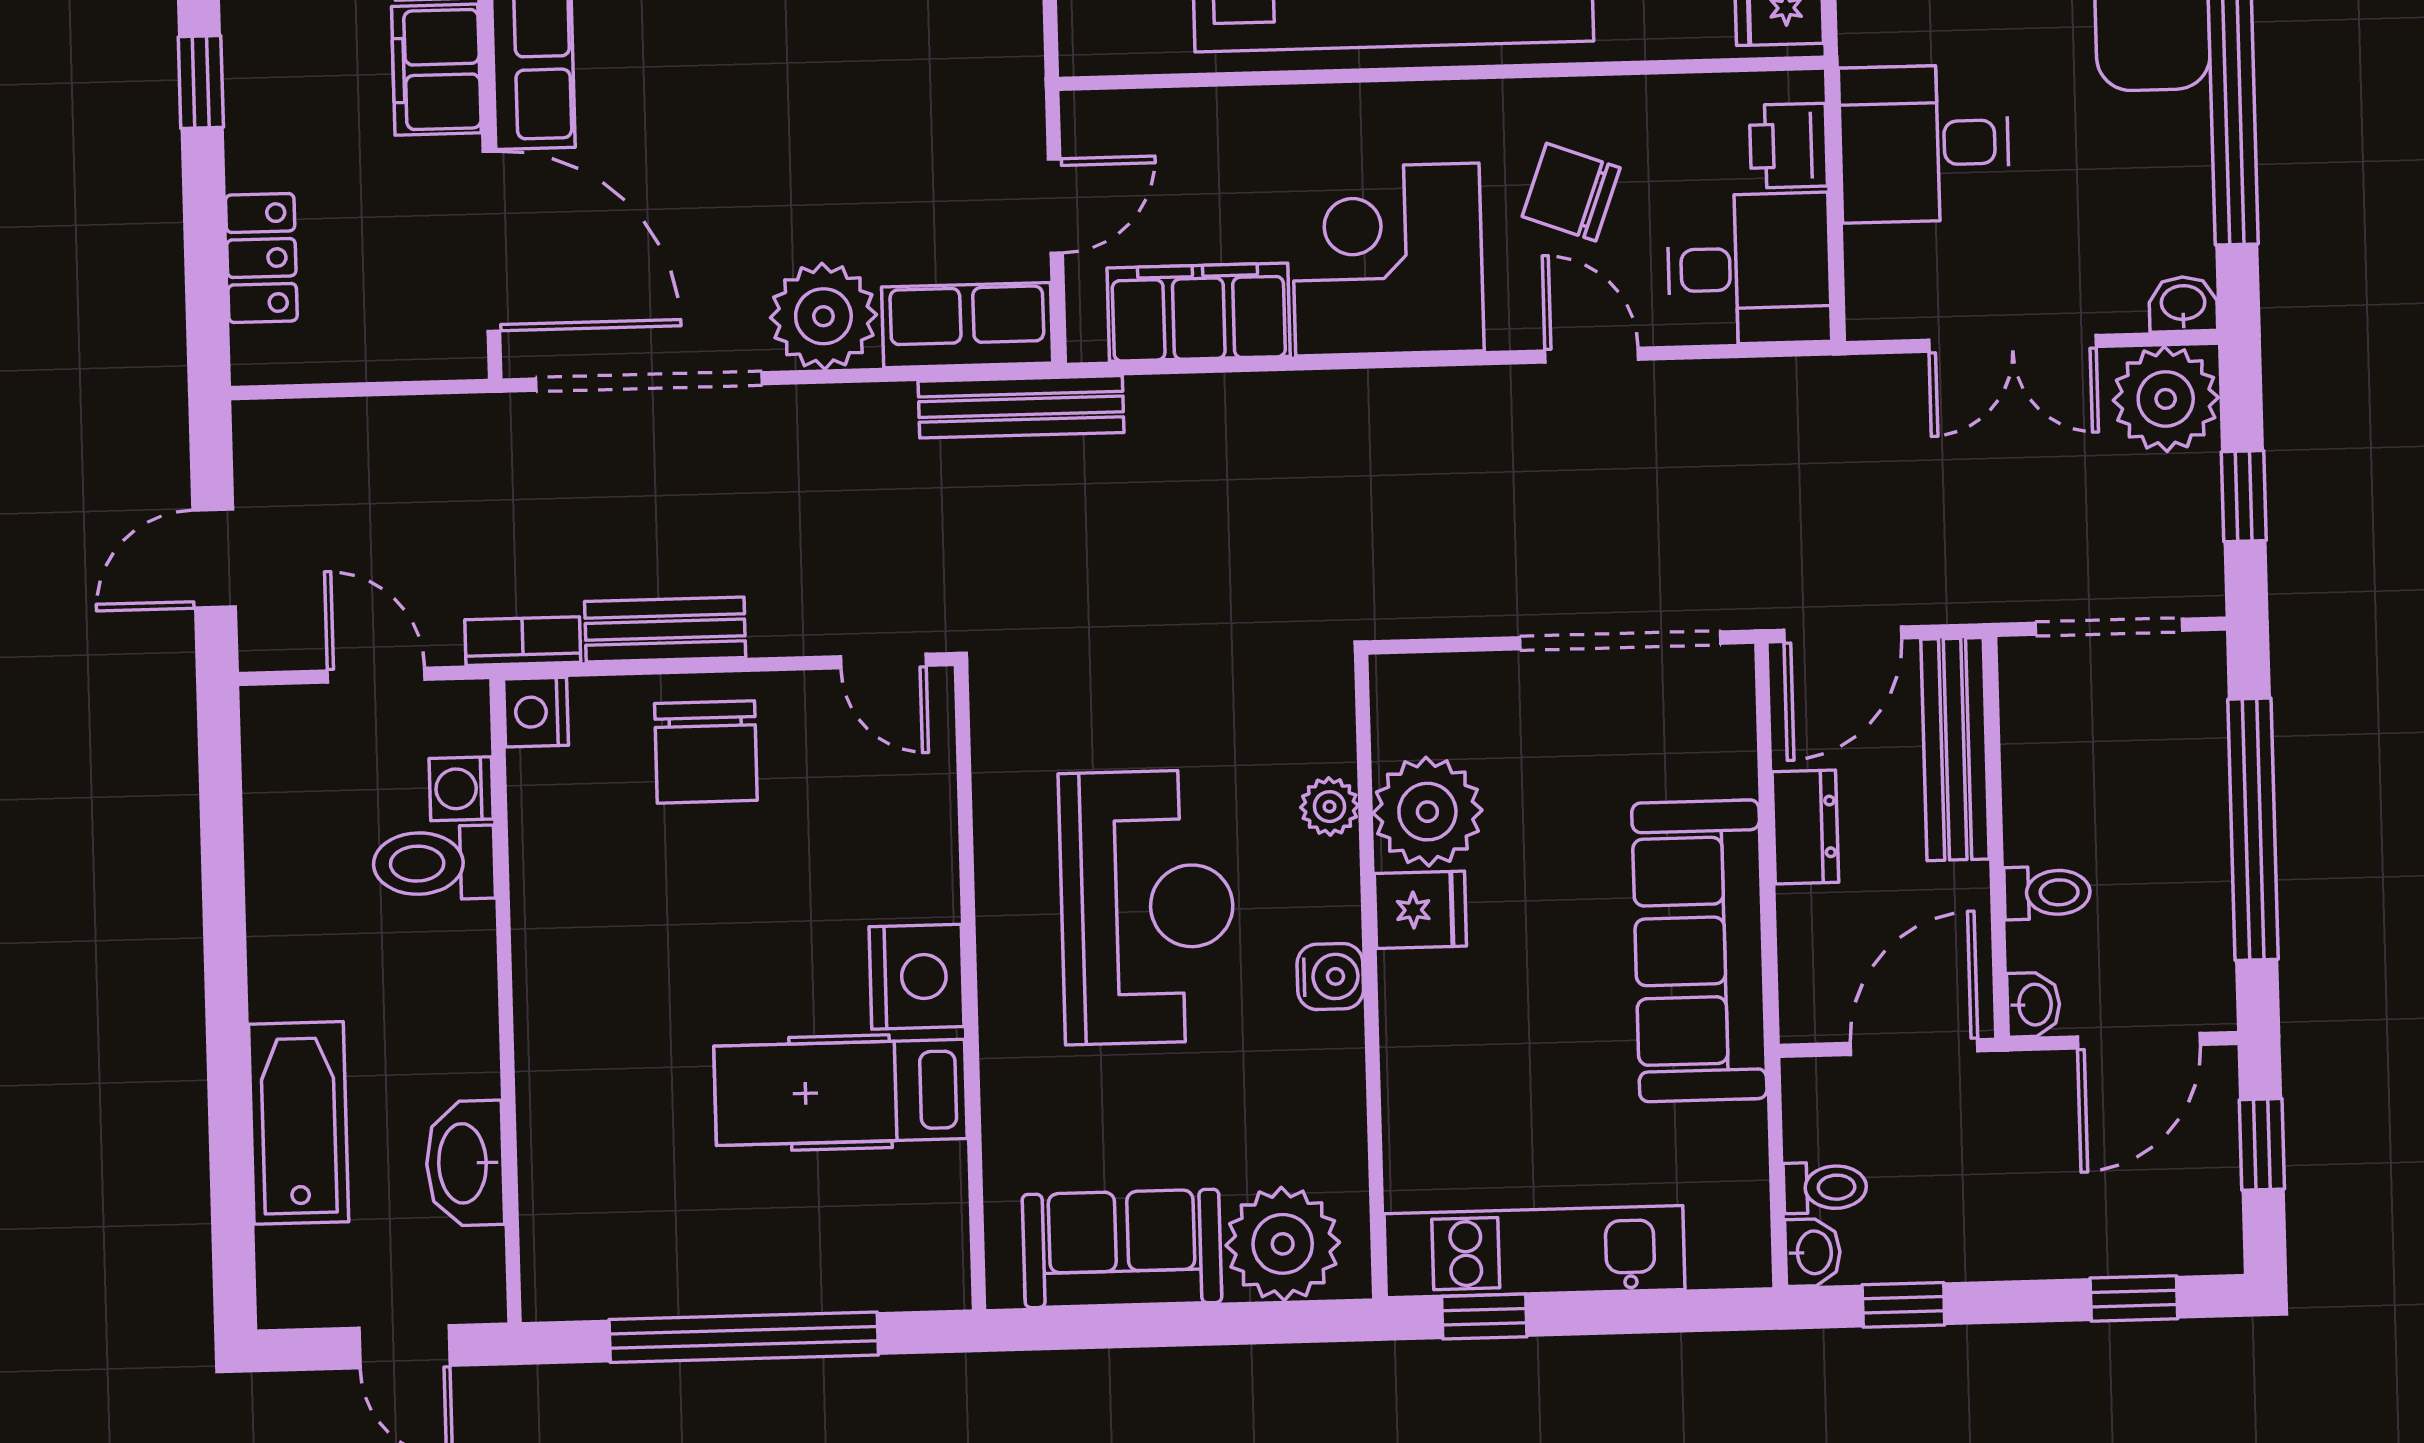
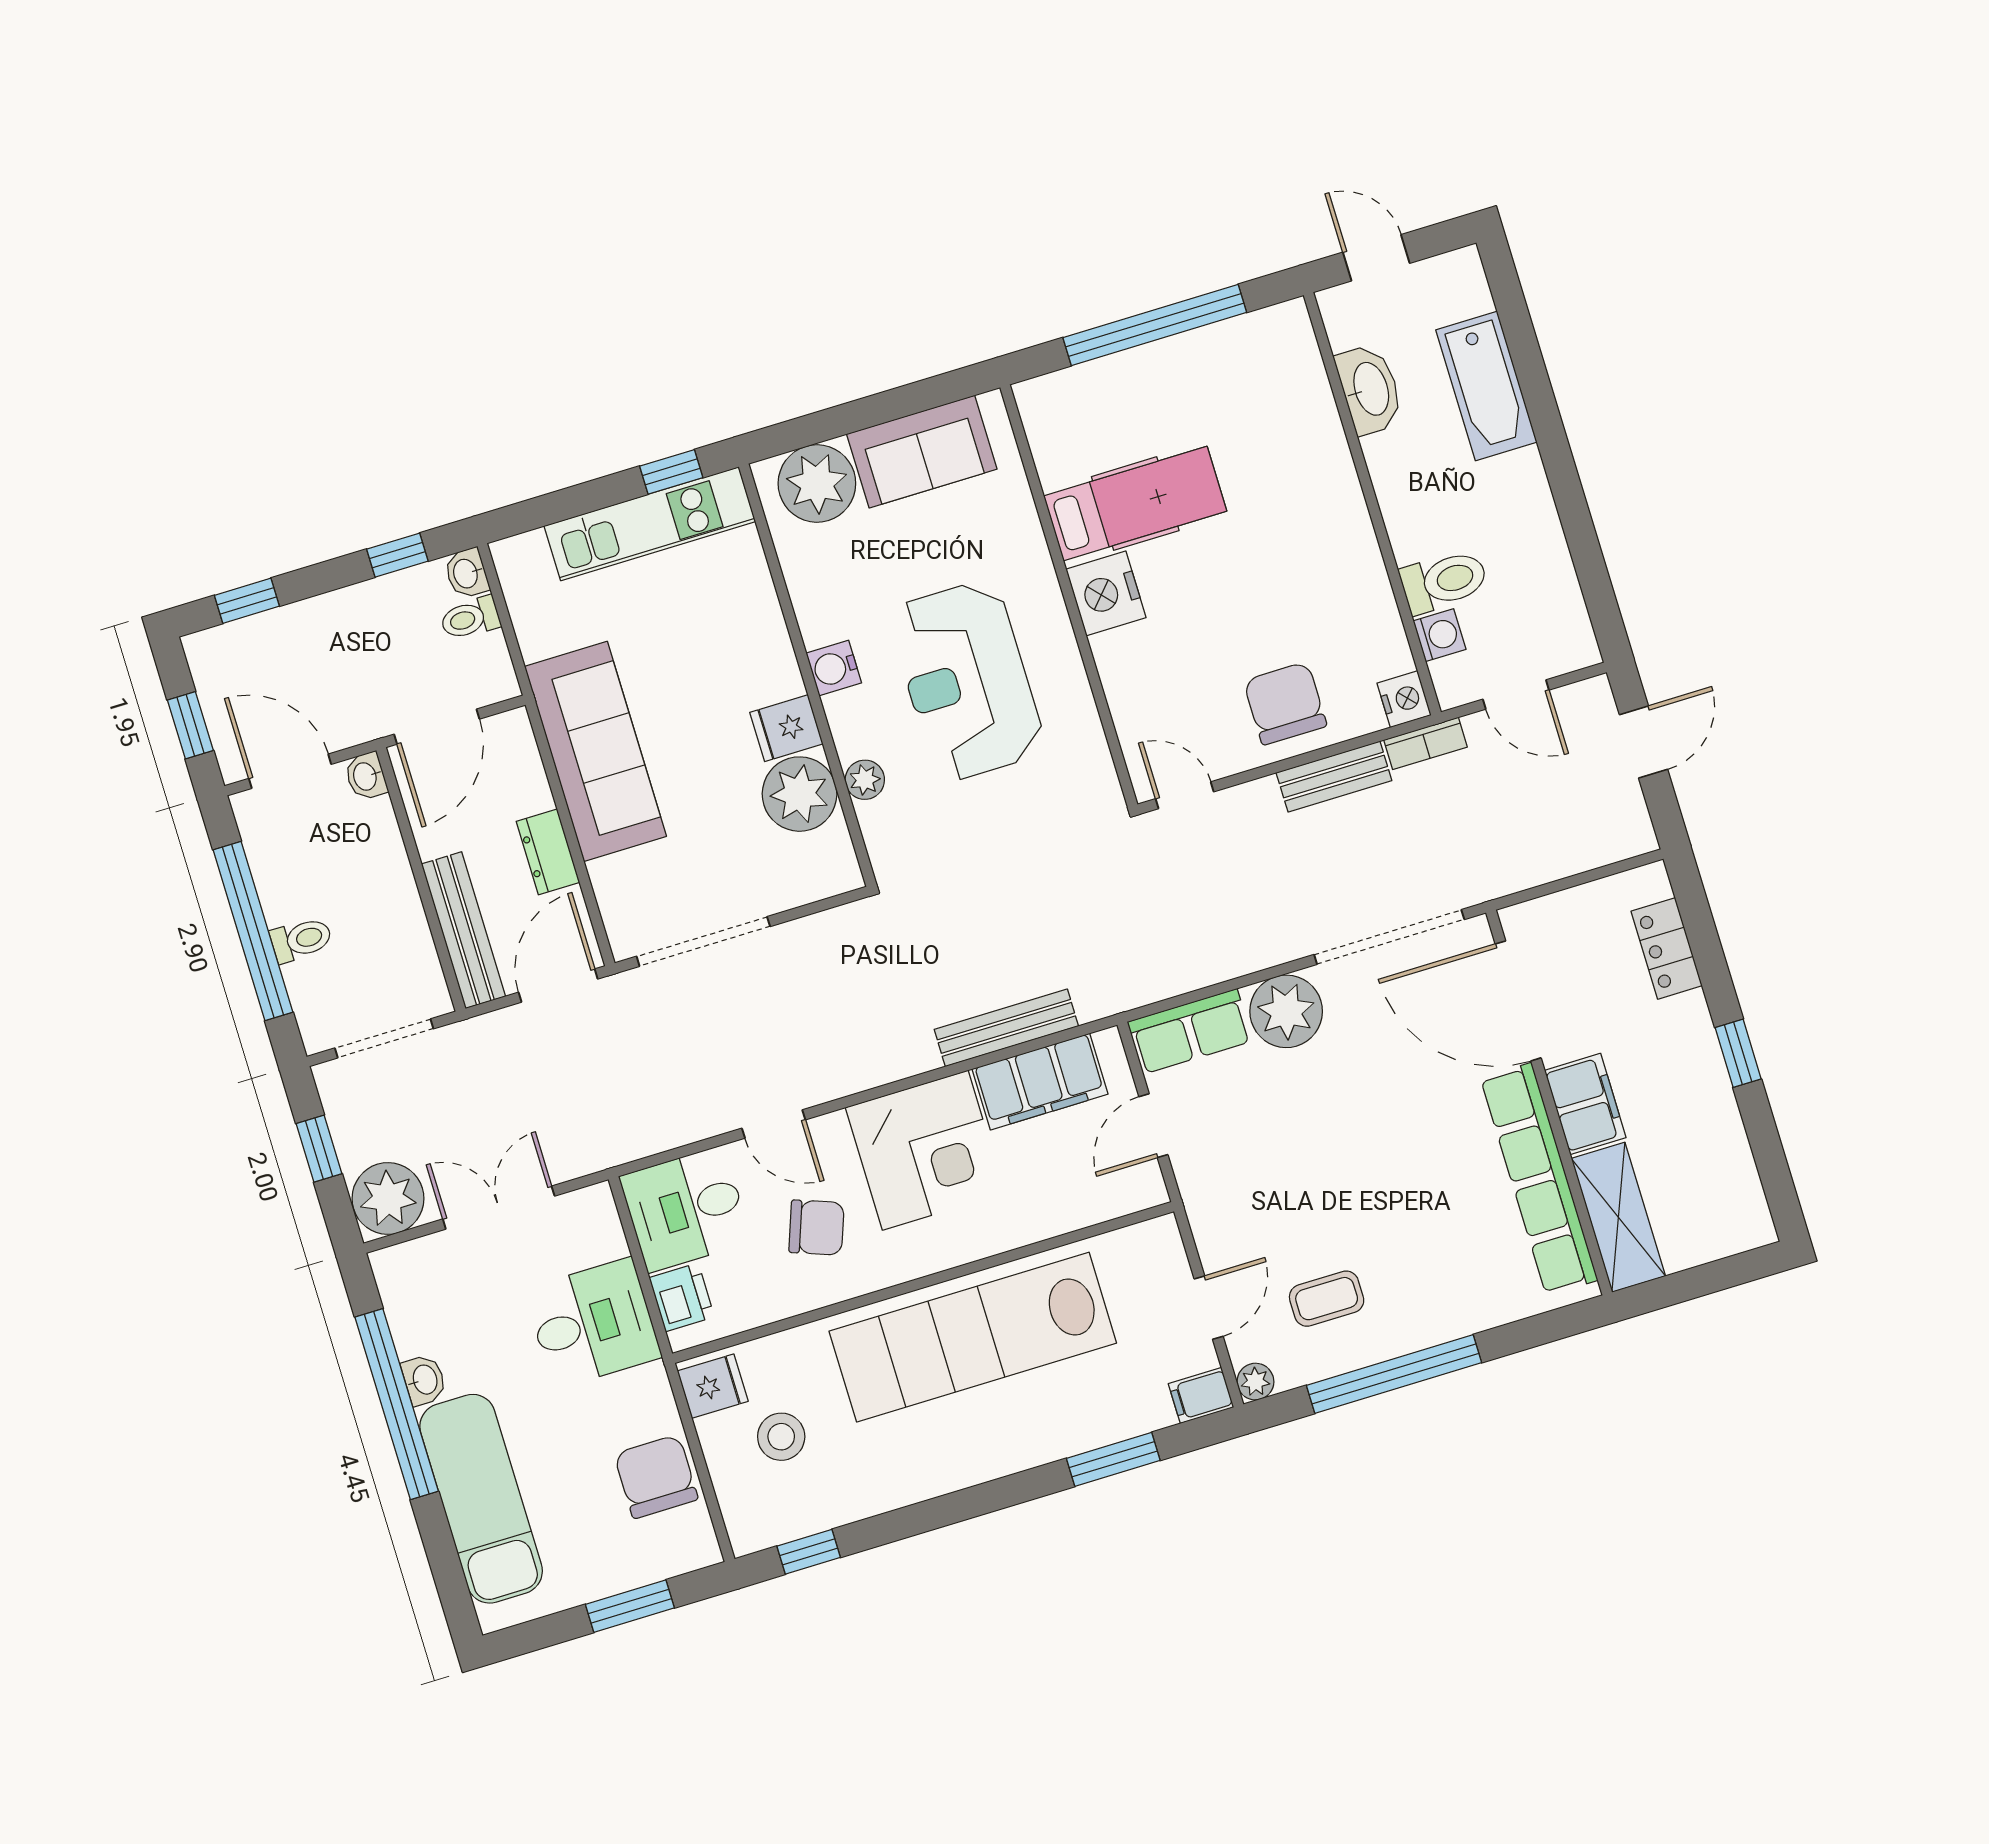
washbasin: (2183, 304) -> (424, 1380), moved, turned -90
bench: (1021, 407) -> (1006, 1028), moved
toilet: (2047, 893) -> (301, 940), moved, turned 180
door: (2139, 1041) -> (290, 771), hinge flipped

